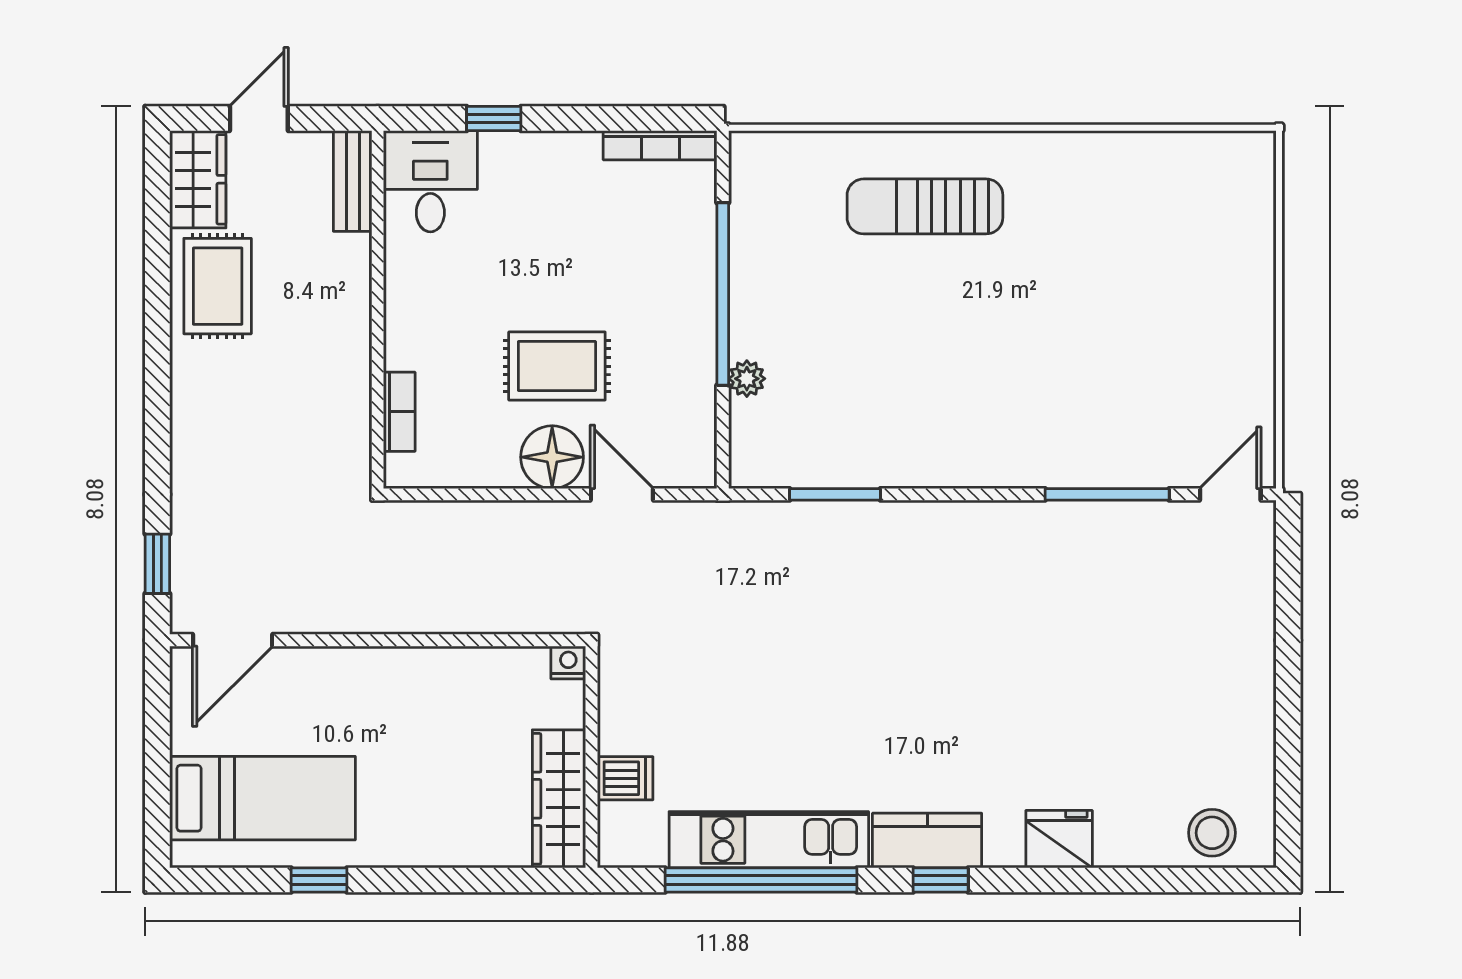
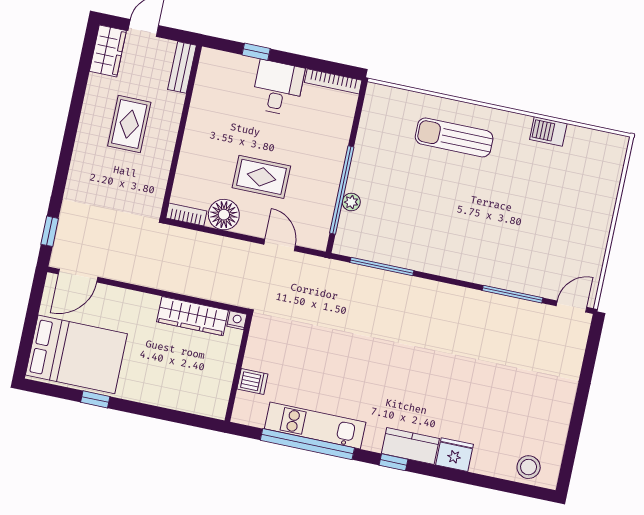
barbecue: (1110, 155) -> (548, 131), added
desk: (430, 181) -> (278, 88), moved
rug: (218, 286) -> (129, 124), moved
window: (723, 294) -> (342, 190), moved
bookcase: (399, 412) -> (186, 214), moved, turned -90
floor lamp: (552, 457) -> (224, 215), moved
window: (835, 494) -> (382, 267), width x1.44
bed: (262, 798) -> (76, 354), width x1.50
wardrobe: (559, 799) -> (193, 316), moved, turned -90
kitchen counter: (927, 840) -> (410, 446), moved

